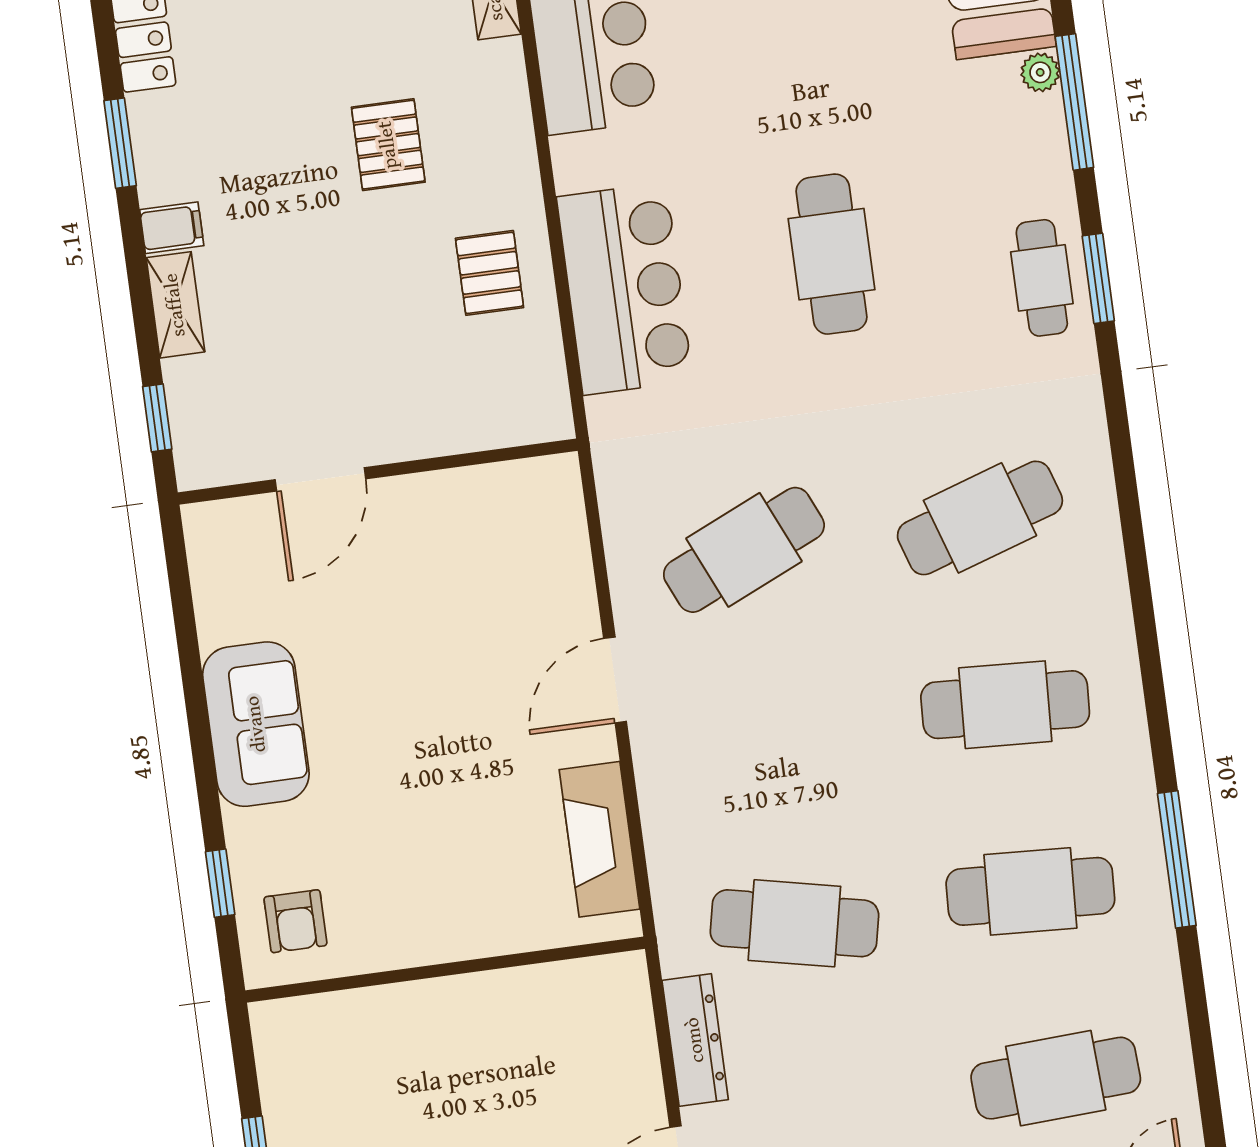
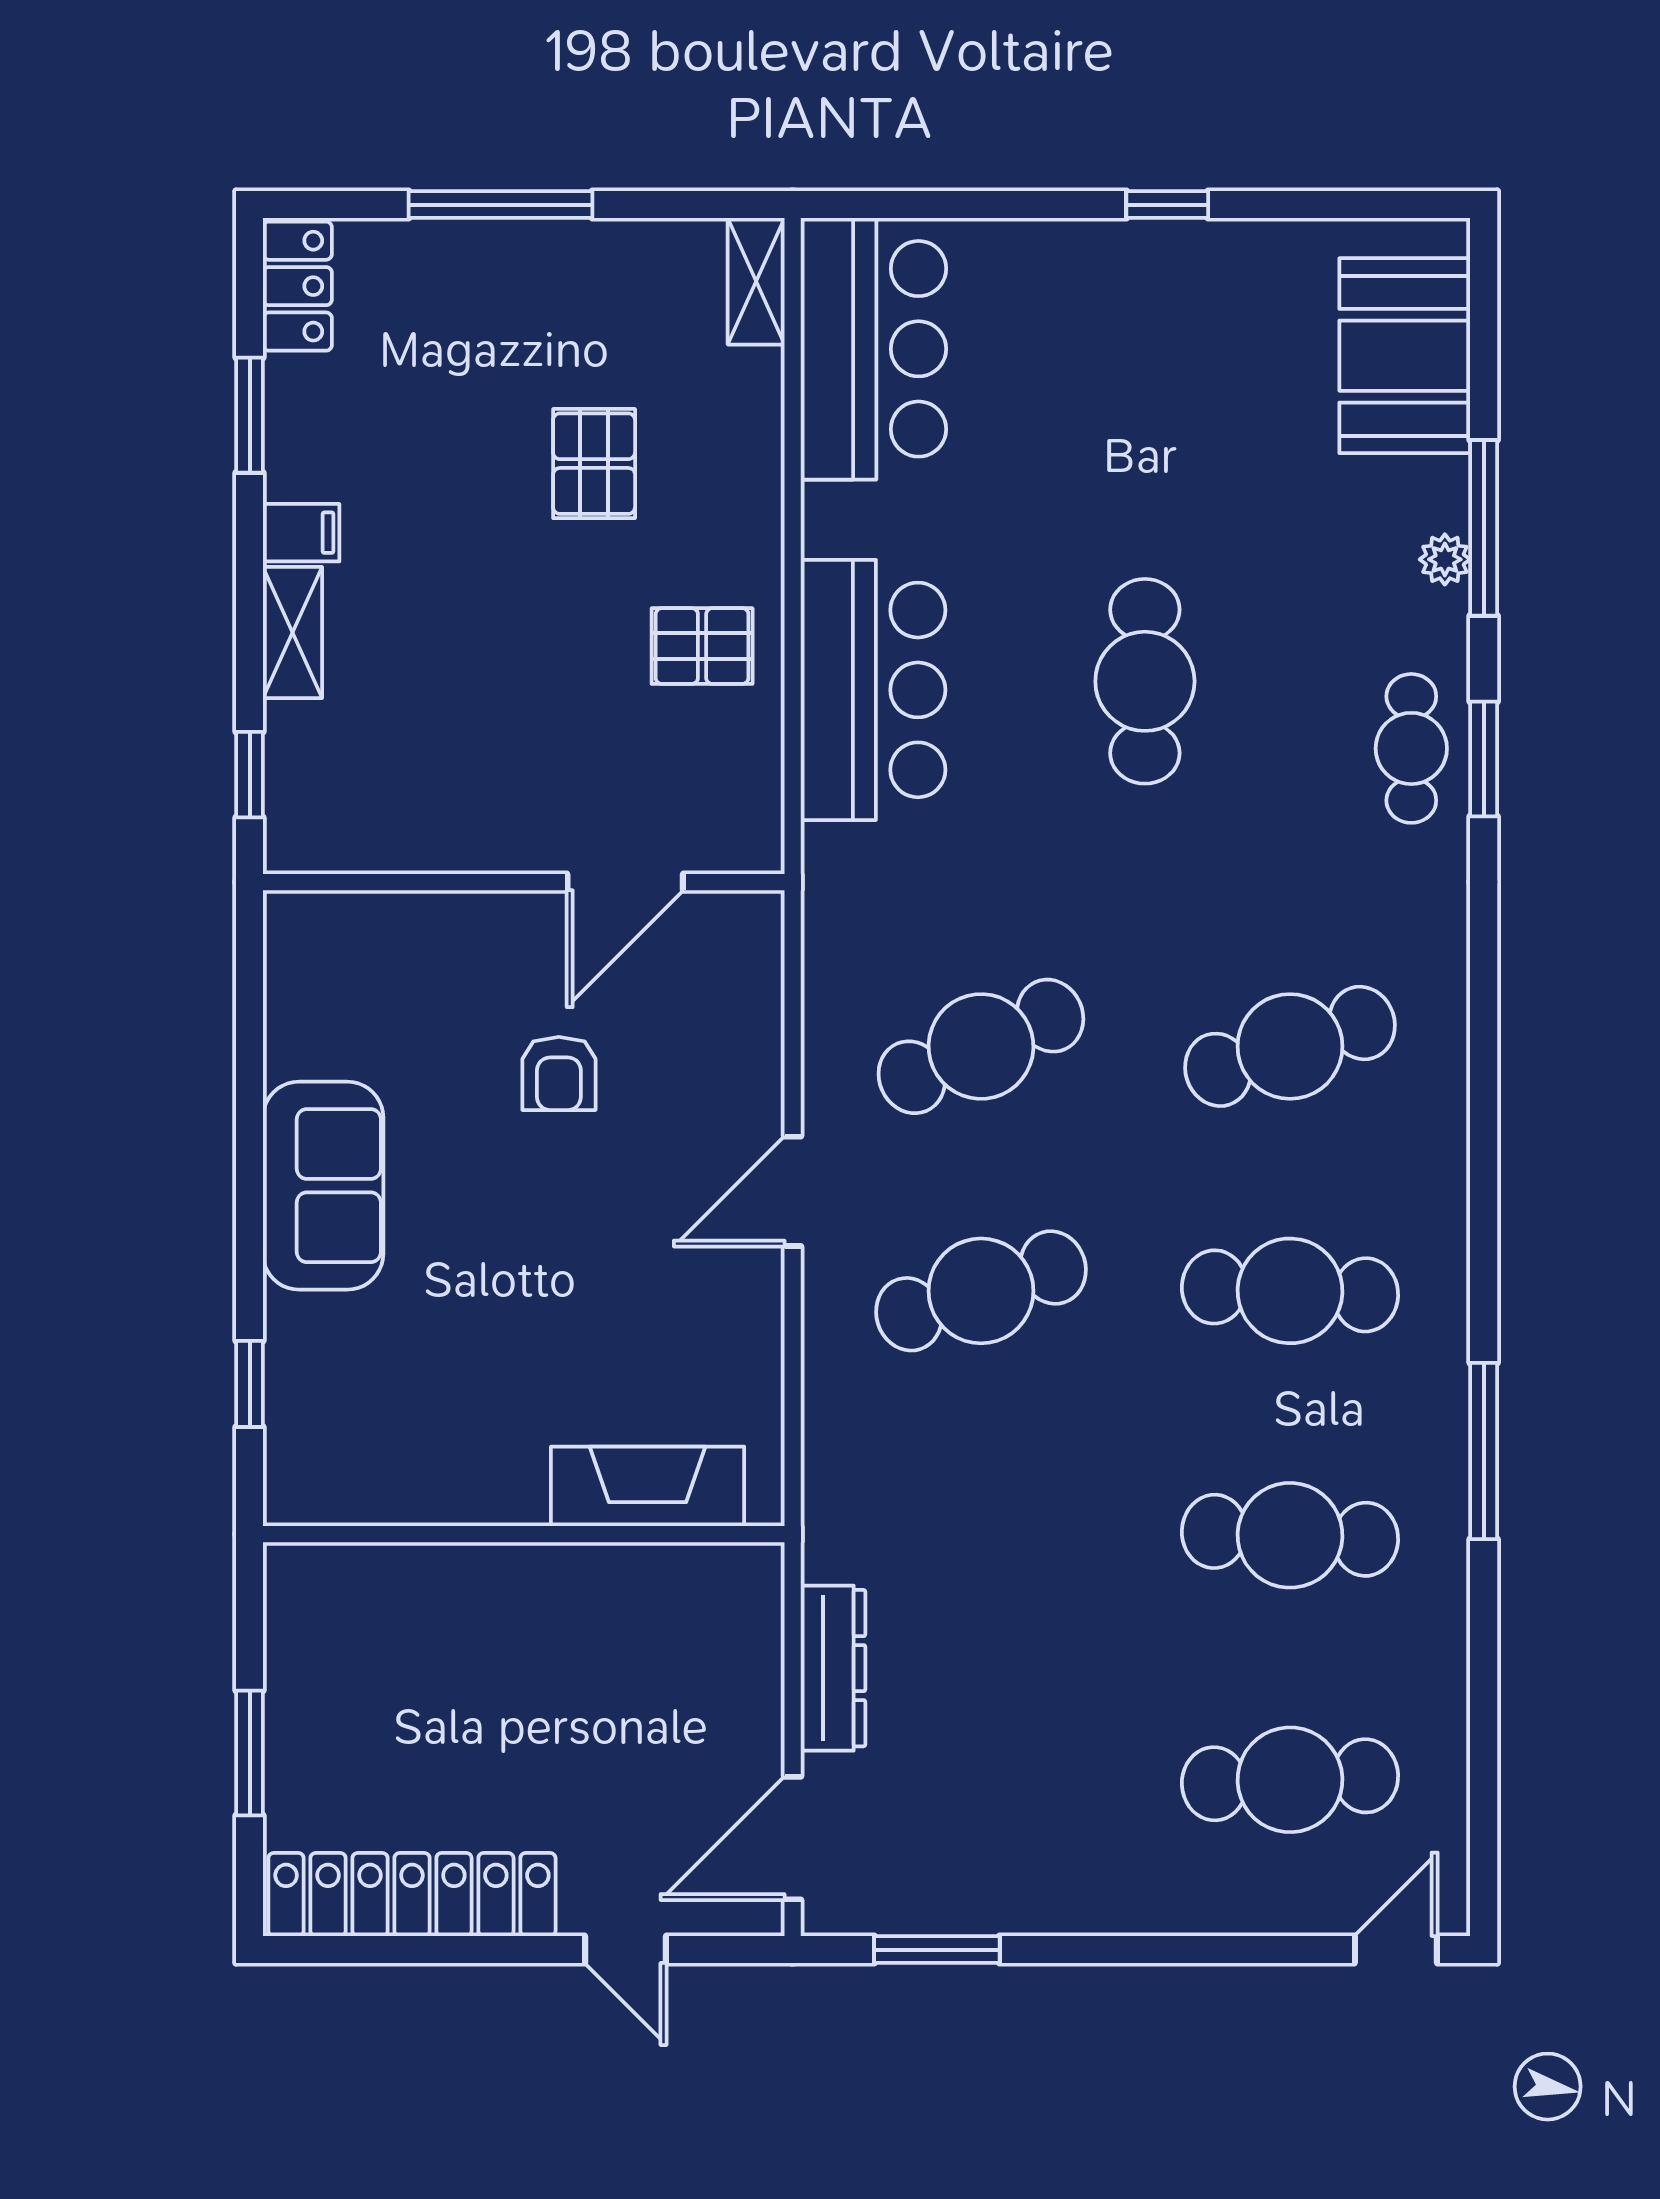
plant: (1040, 72) -> (1445, 559), moved
pallet: (490, 273) -> (702, 646), turned 90
door: (320, 479) -> (625, 882), moved
fireplace: (599, 839) -> (648, 1486), moved, turned 90
window: (1177, 859) -> (1484, 1451), moved
armchair: (295, 921) -> (559, 1073), moved
cafe table: (794, 923) -> (981, 1291), moved, turned -30

